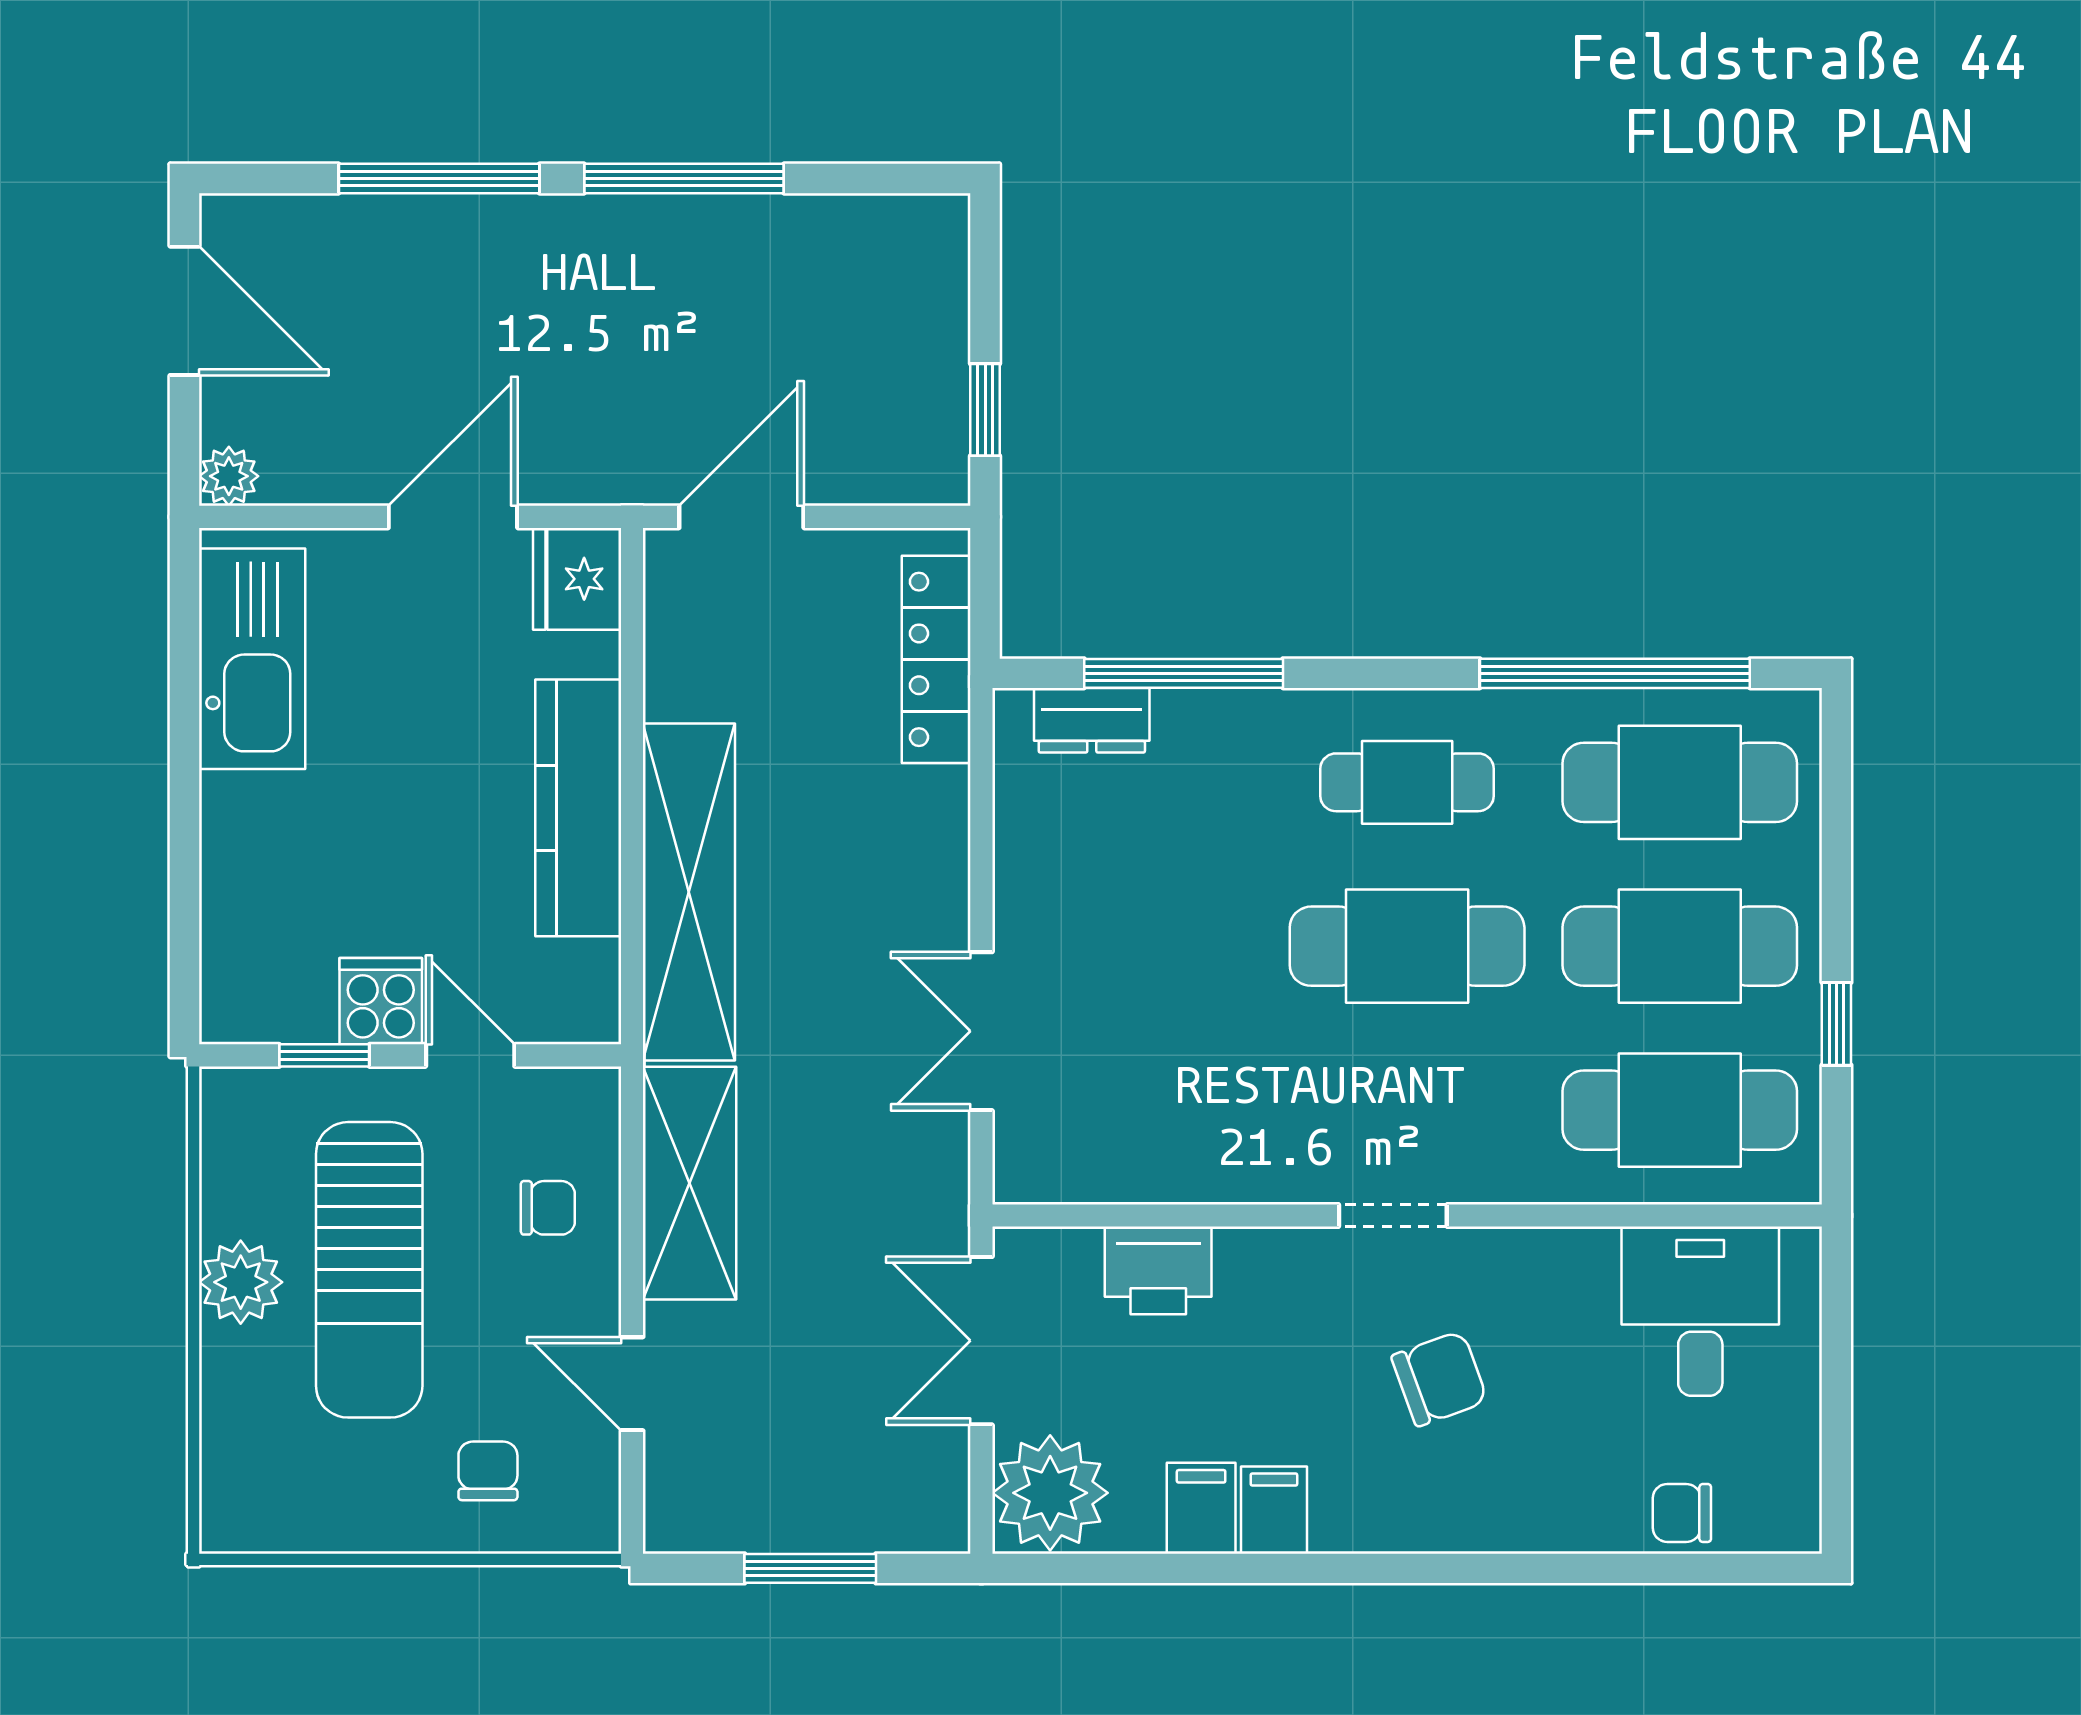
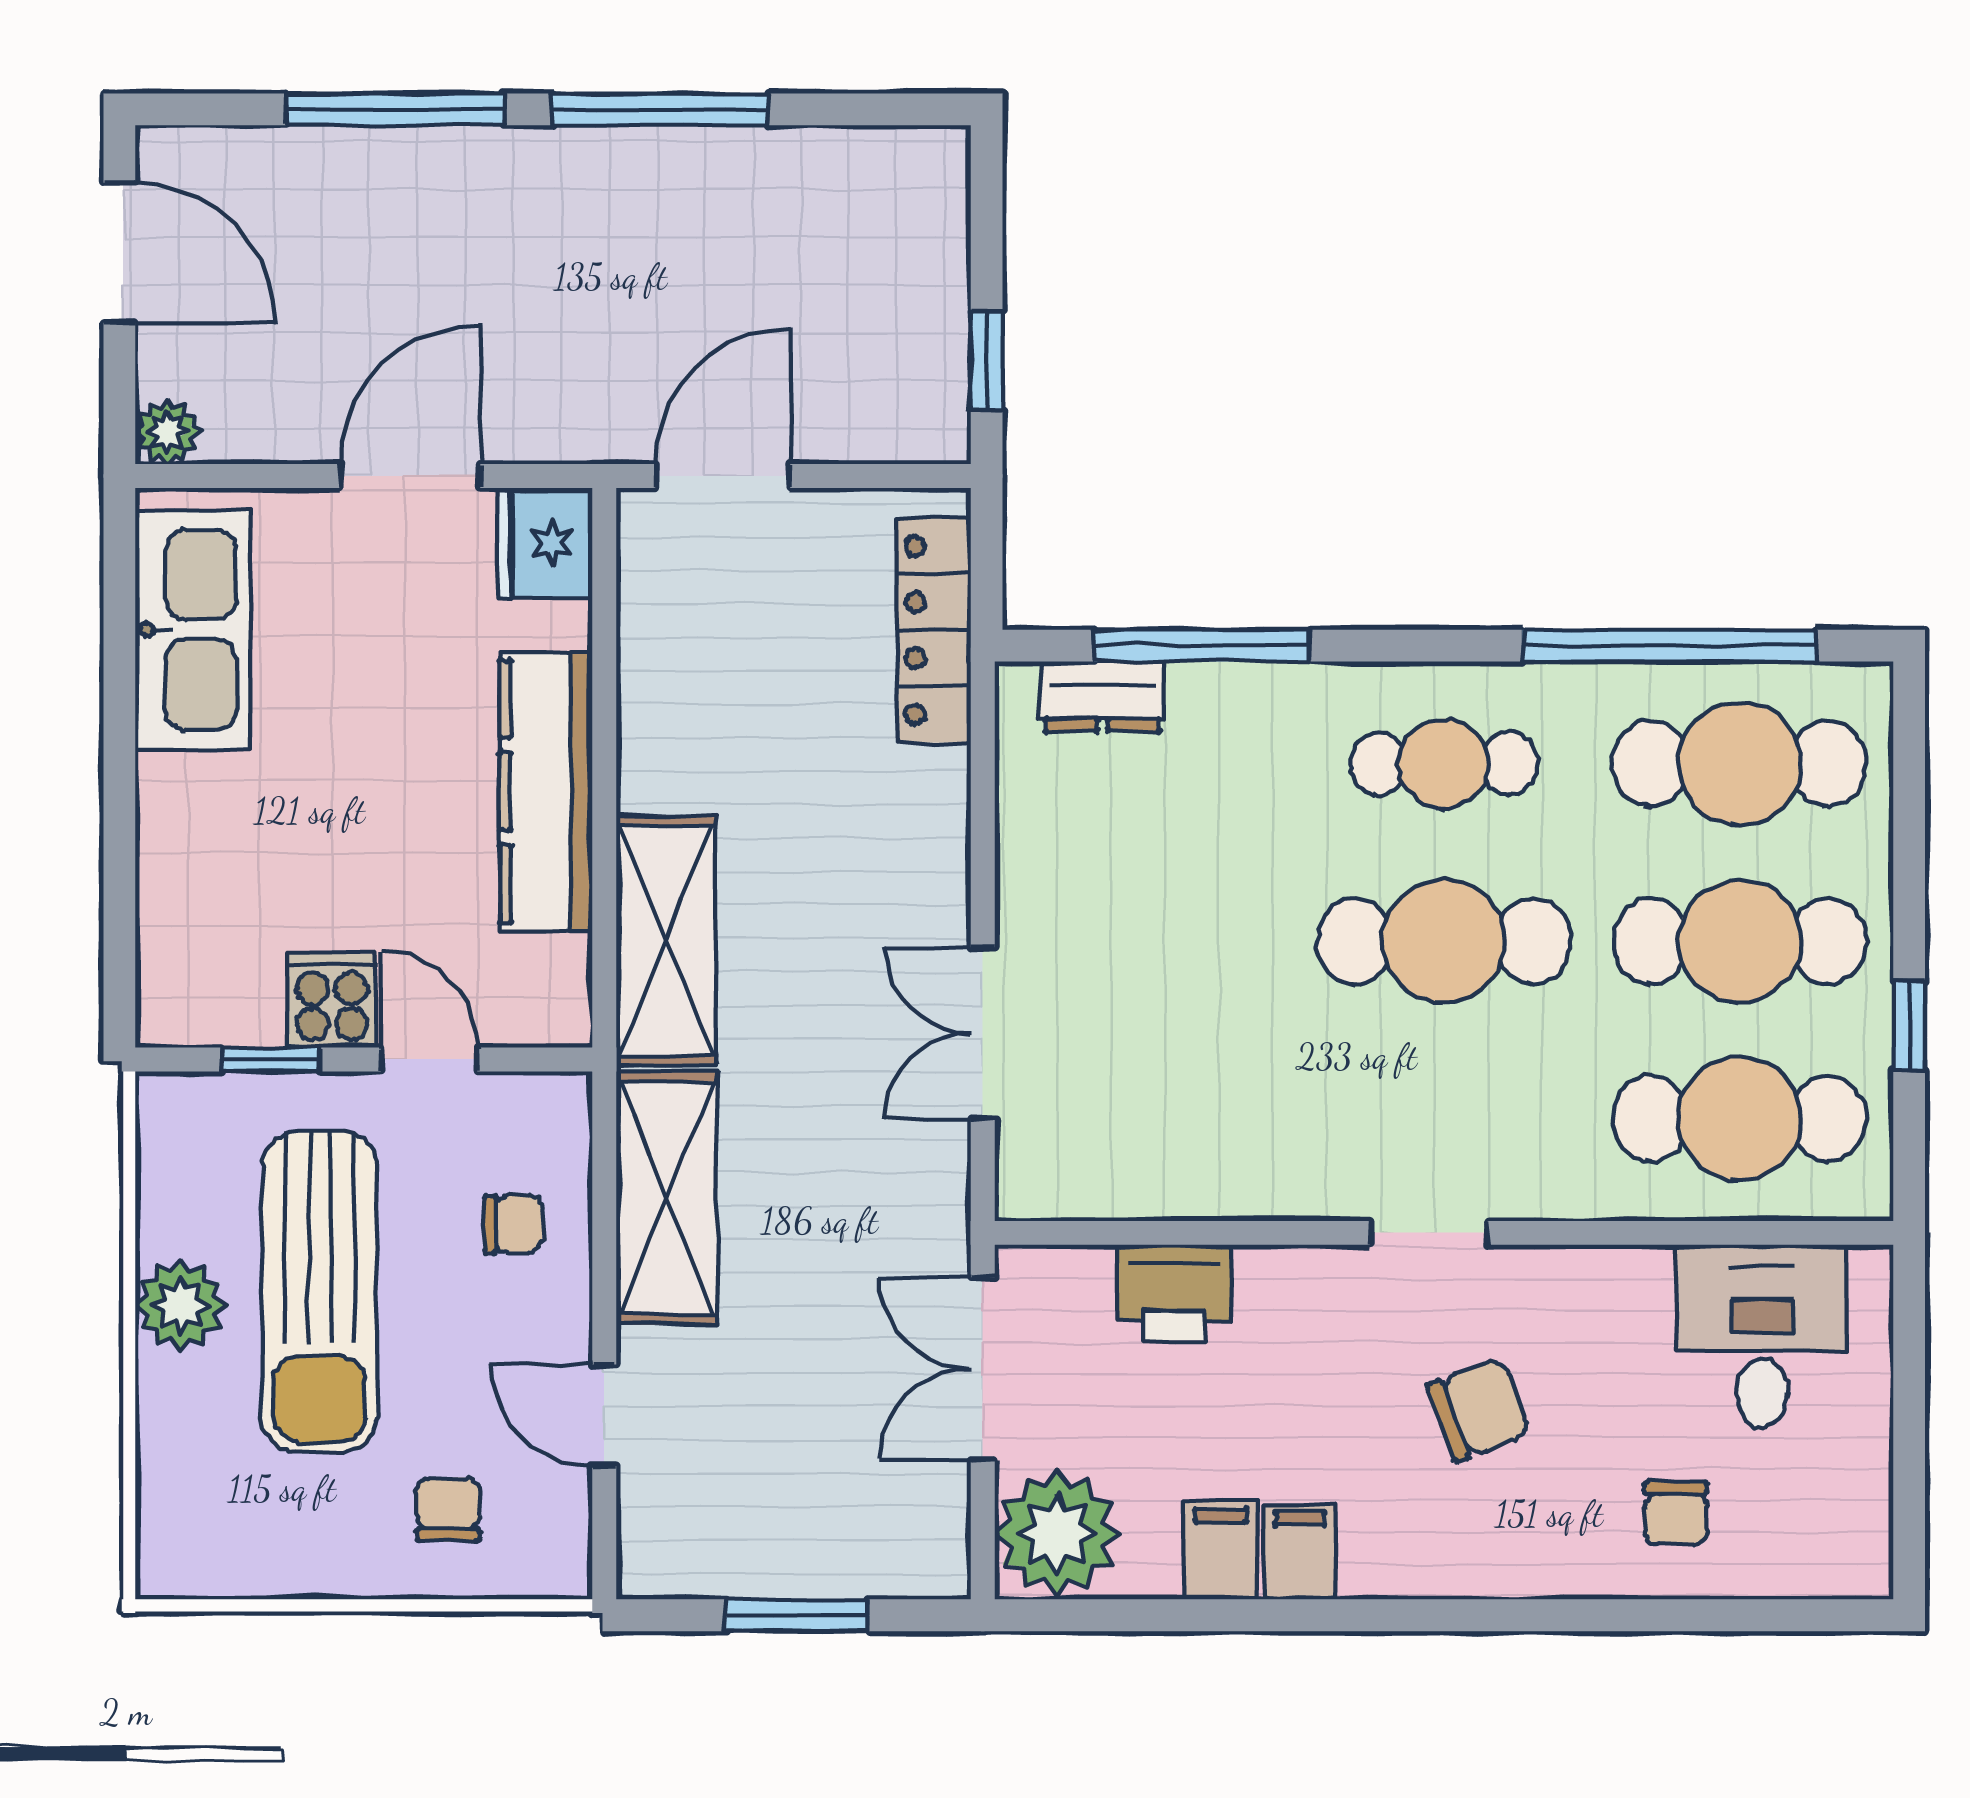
shelving: (689, 892) -> (666, 941), width x0.68
chair: (1682, 1513) -> (1676, 1513), moved, turned -90

